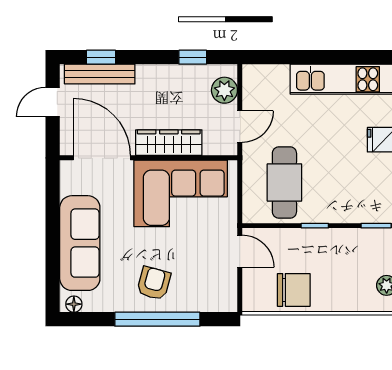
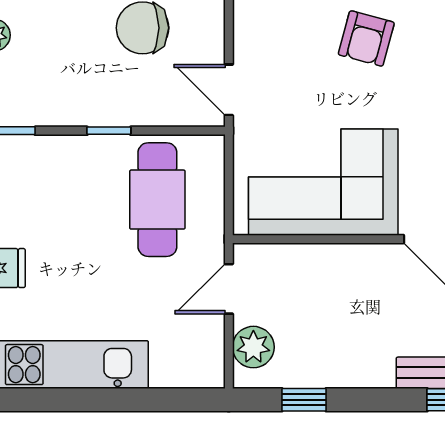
wardrobe: (169, 143) -> (342, 263), removed

